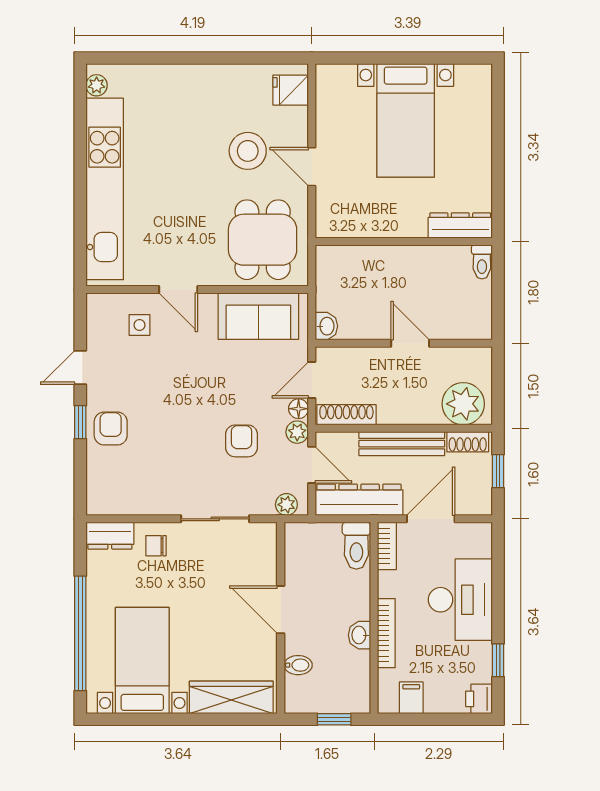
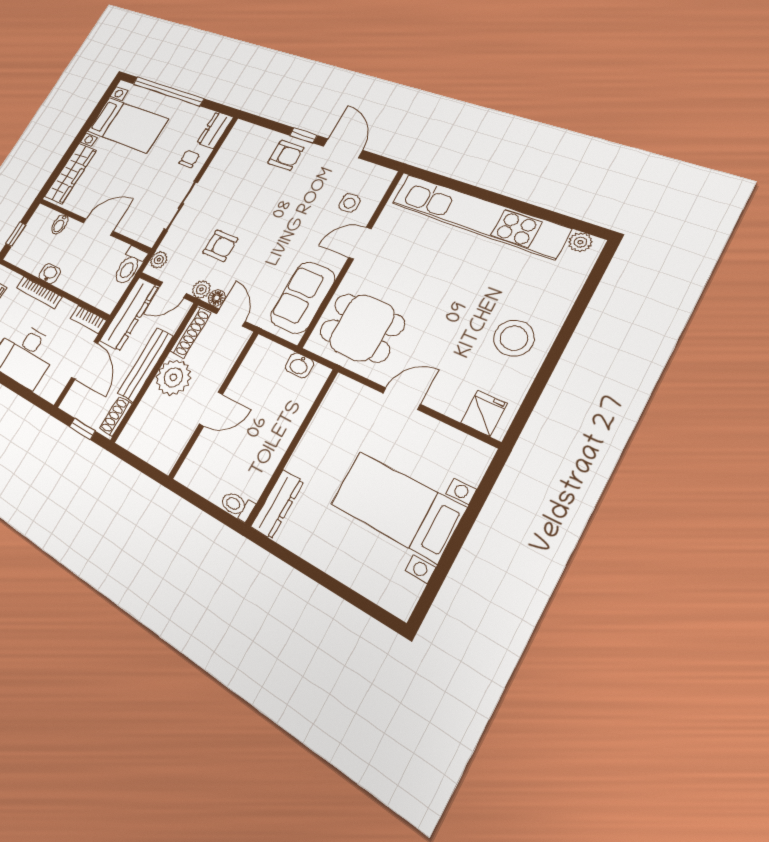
stool: (248, 151) -> (514, 338), moved
washbasin: (326, 326) -> (299, 365), moved
door: (80, 368) -> (343, 148), width x1.38
plant: (463, 404) -> (173, 377), moved
toilet: (356, 546) -> (130, 266), moved, turned -90

